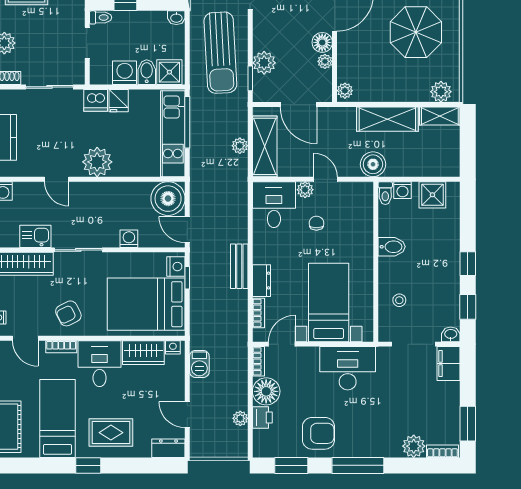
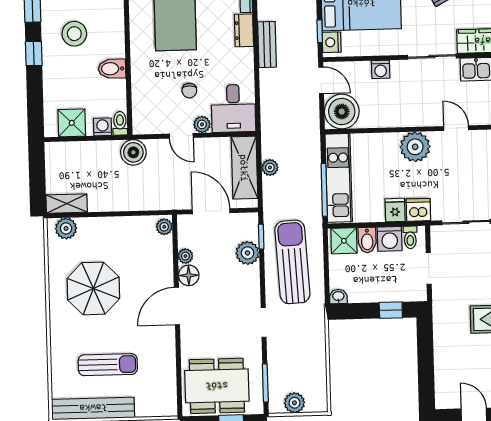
toilet: (101, 17) -> (410, 237), moved, turned -90
shelving: (387, 119) -> (120, 199), removed
stool: (399, 300) -> (74, 34), moved, width x1.89, depth x1.89

